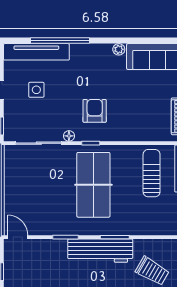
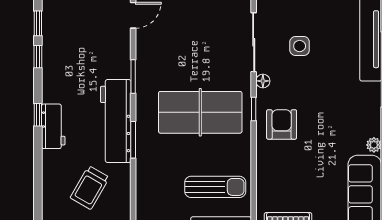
side table: (36, 90) -> (300, 46), moved
armchair: (95, 111) -> (282, 124), moved, turned -90

